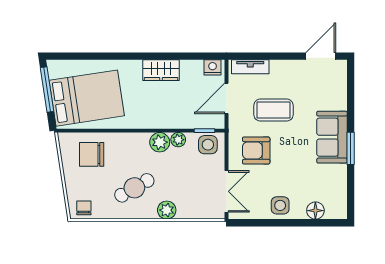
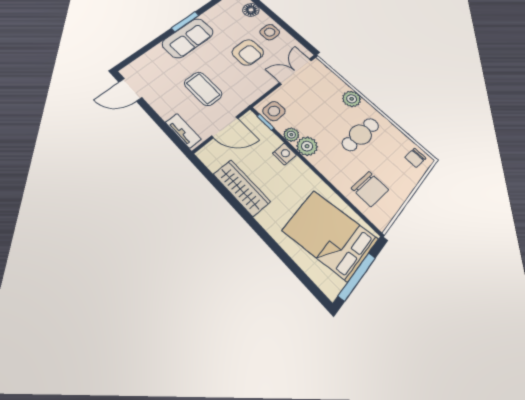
nightstand: (213, 67) -> (284, 154), moved, turned 180
wardrobe: (161, 70) -> (242, 188), width x1.50
armchair: (256, 150) -> (248, 52), moved
cafe table: (134, 188) -> (360, 135), turned -60

